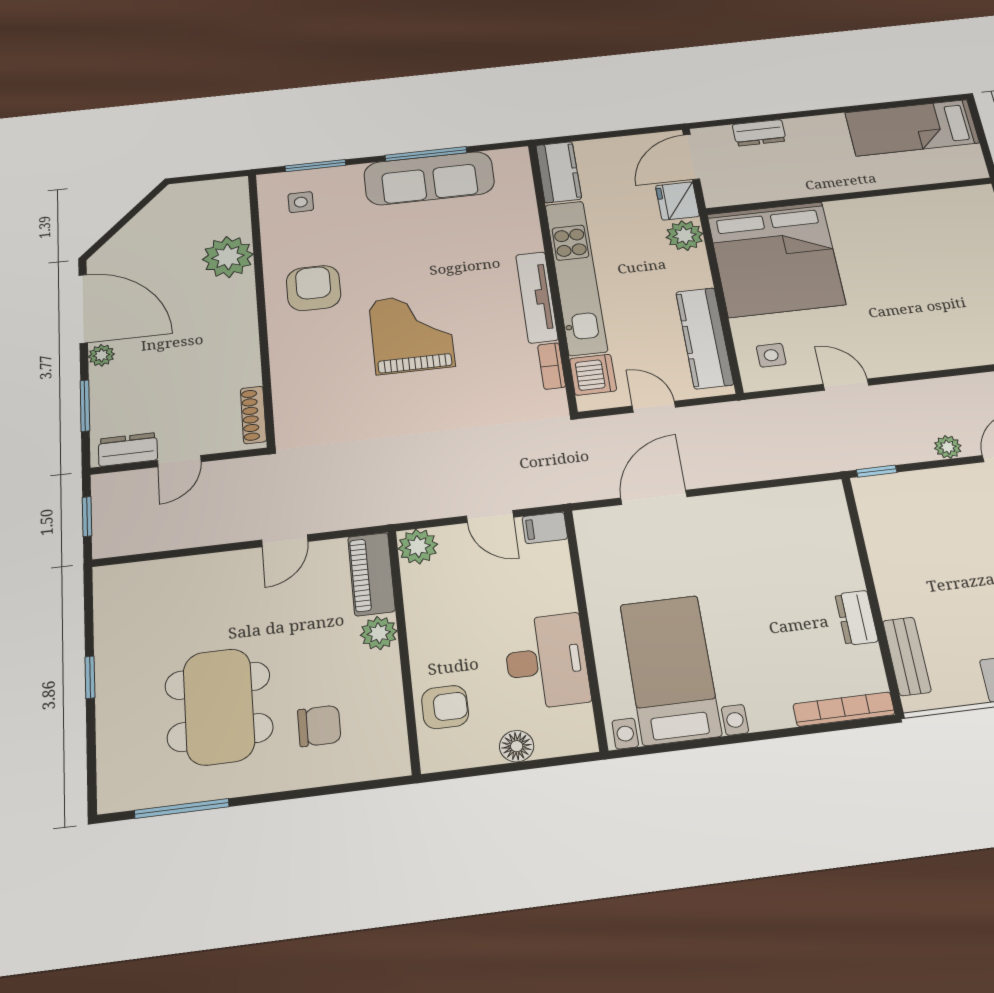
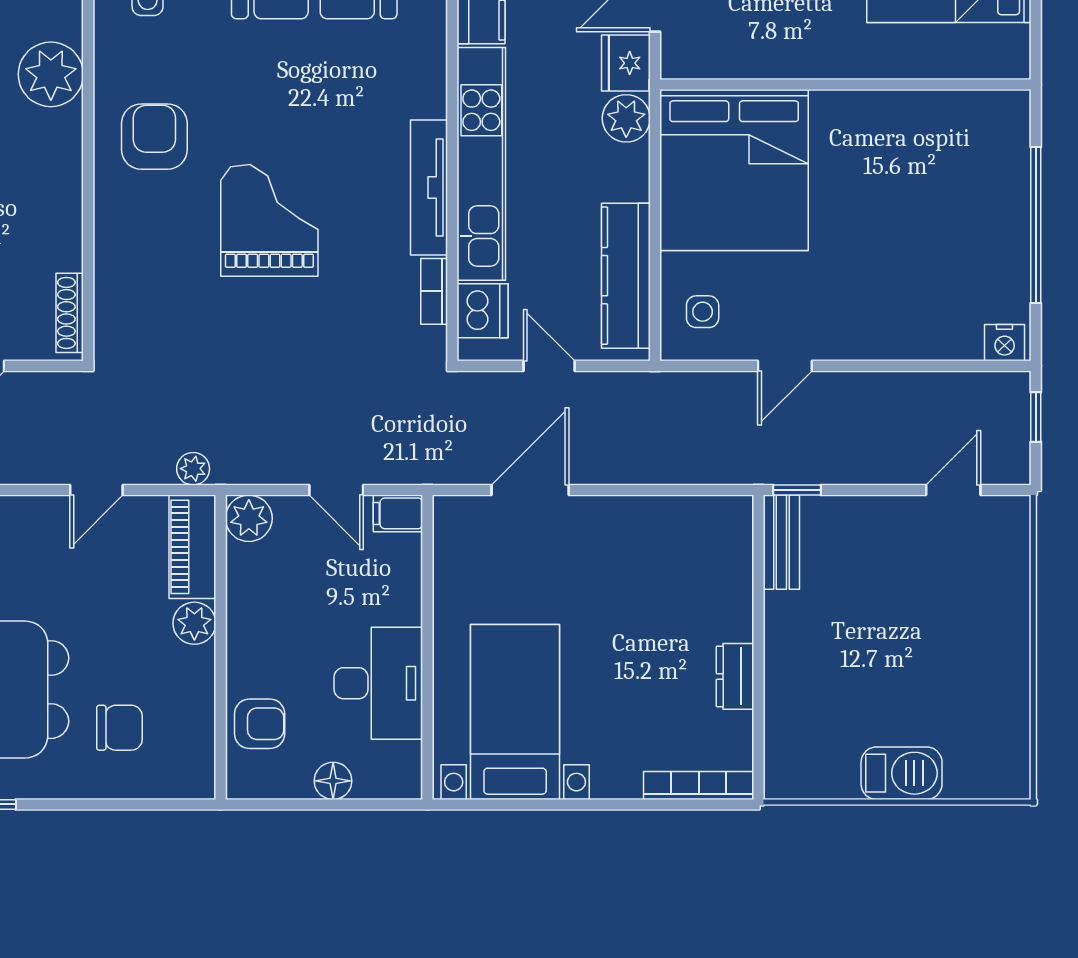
door: (846, 385) -> (785, 366), swing flipped
plant: (948, 447) -> (193, 469), moved
bench: (907, 656) -> (781, 542), moved

